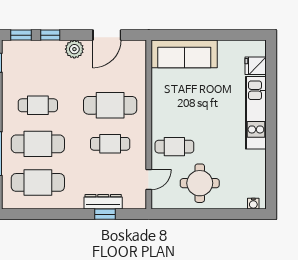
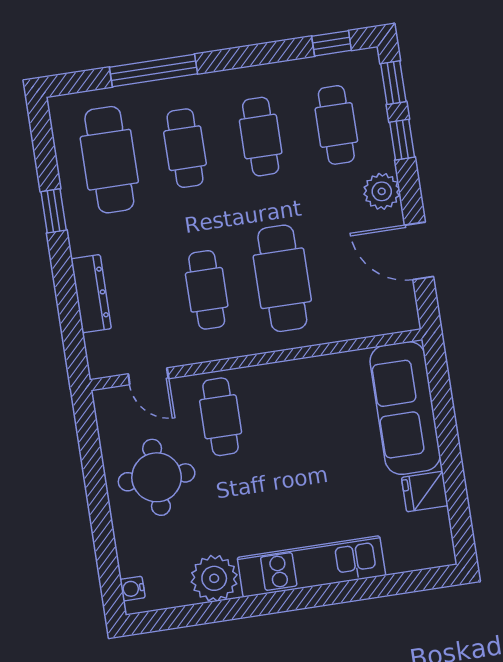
fridge: (256, 66) -> (425, 492), moved, turned -90
cafe table: (38, 67) -> (336, 125), added
cafe table: (38, 144) -> (185, 148), width x0.73, depth x0.74
plant: (254, 162) -> (214, 578), added
window: (105, 214) -> (54, 211), moved

